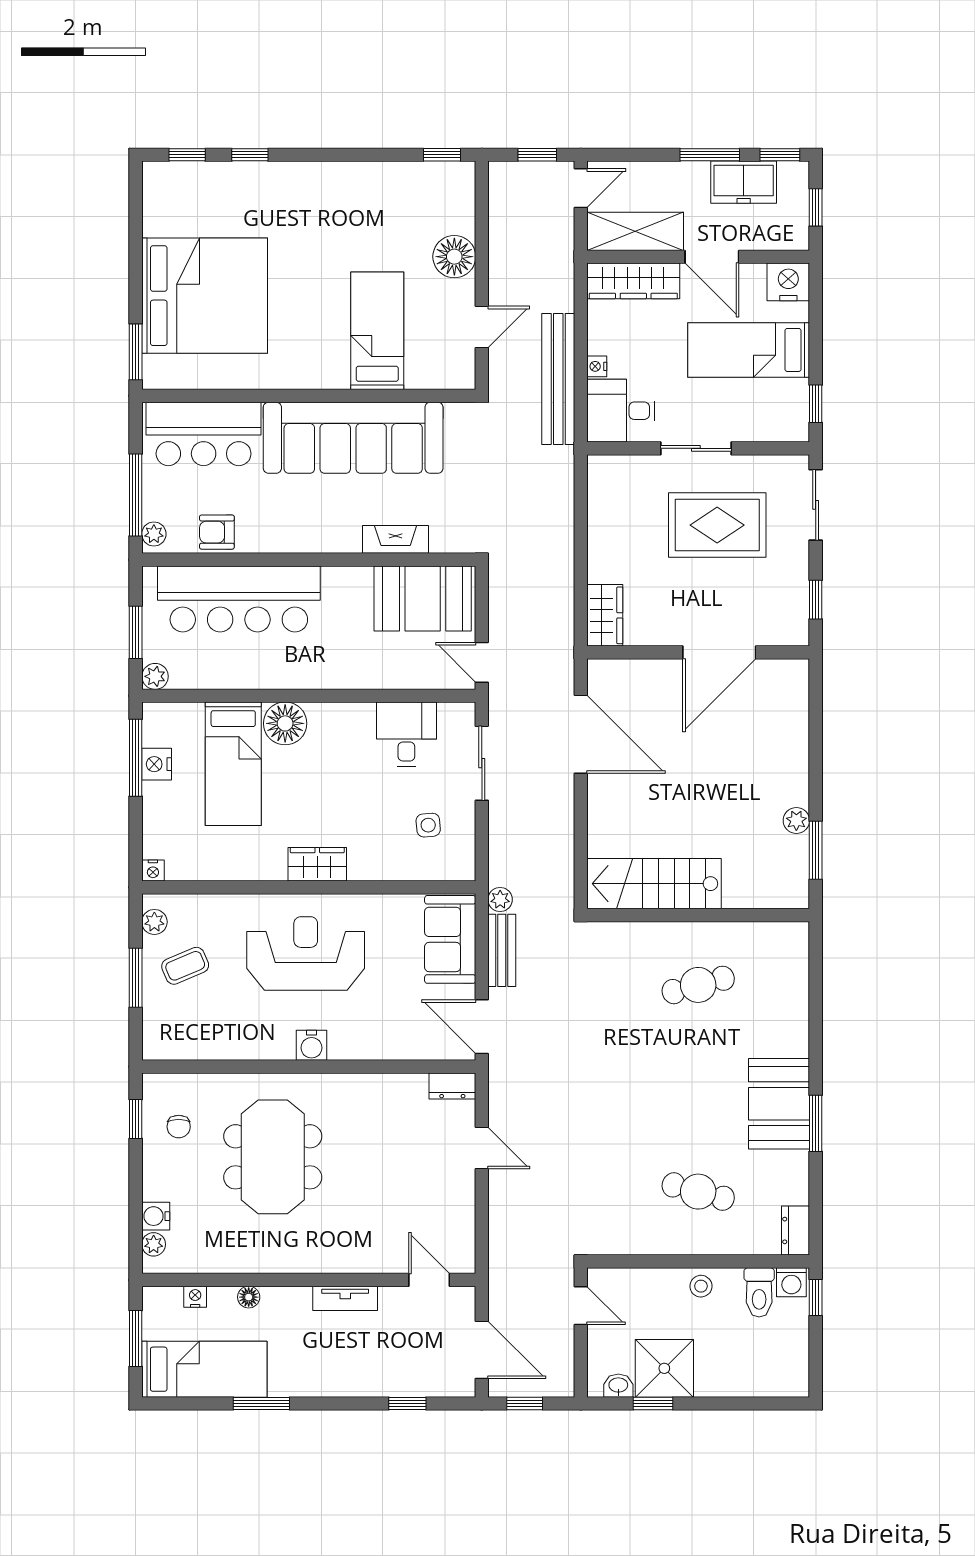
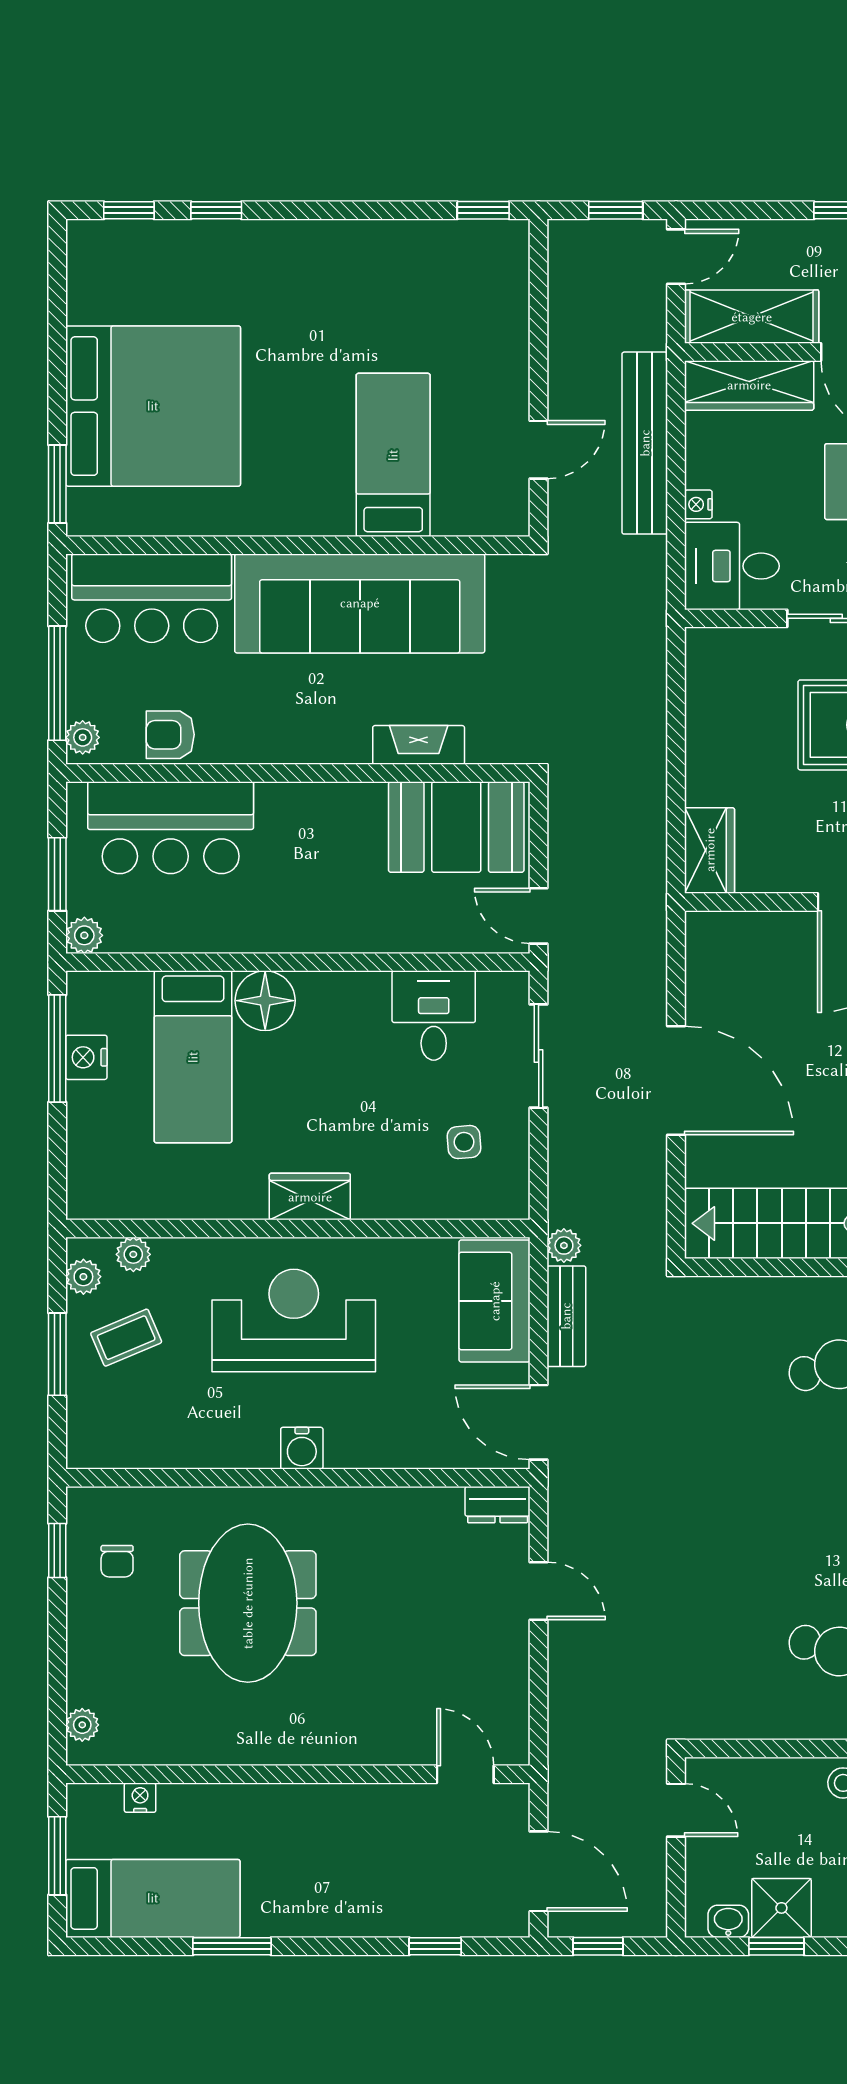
floor lamp: (454, 257) -> (500, 352), removed
bench: (558, 379) -> (645, 443), moved
bar counter: (239, 599) -> (171, 828), width x0.73
door: (581, 734) -> (676, 1080), moved
nightstand: (153, 871) -> (81, 1205), removed
plant: (190, 906) -> (133, 1254), added
water cooler: (156, 1216) -> (85, 1686), removed
floor lamp: (249, 1297) -> (214, 1798), removed
tv unit: (345, 1298) -> (349, 1800), removed
shower: (664, 1368) -> (781, 1908), width x0.73, depth x0.73

